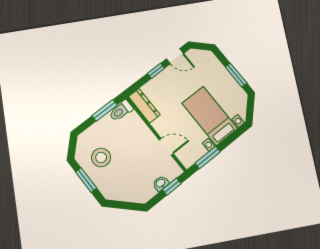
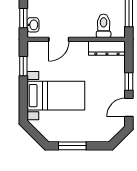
toilet: (121, 111) -> (104, 26), moved
window: (208, 158) -> (23, 66), width x0.67
washbasin: (161, 183) -> (33, 25), moved

